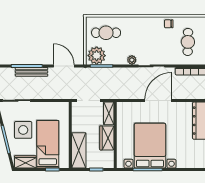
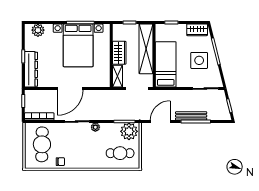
cafe table: (188, 42) -> (42, 144), width x1.37, depth x1.35
door: (64, 66) -> (160, 122), swing flipped
bed: (48, 144) -> (166, 64), moved, turned 180
shelving: (79, 150) -> (146, 49), width x1.47
plant: (192, 162) -> (38, 30), added

